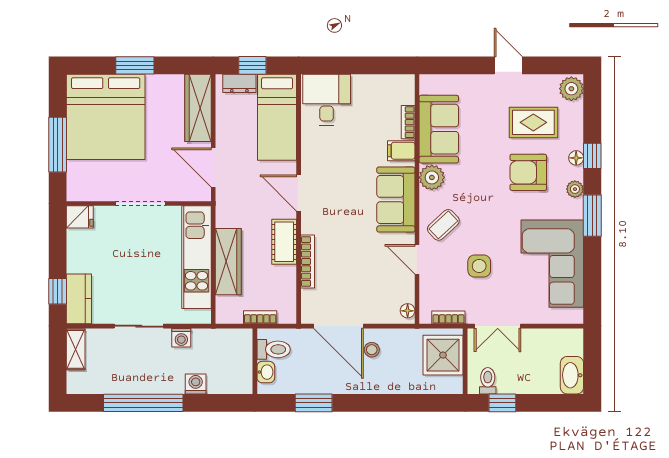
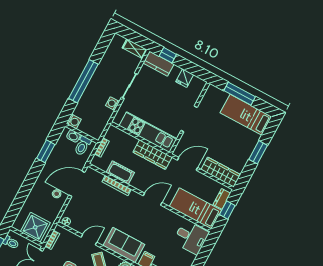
bed: (106, 117) -> (246, 115), width x0.49
fridge: (80, 217) -> (185, 78), moved
cot: (284, 242) -> (120, 173), moved
wardrobe: (228, 262) -> (152, 155), moved
washing machine: (196, 384) -> (74, 121), moved
window: (143, 403) -> (83, 81), moved

